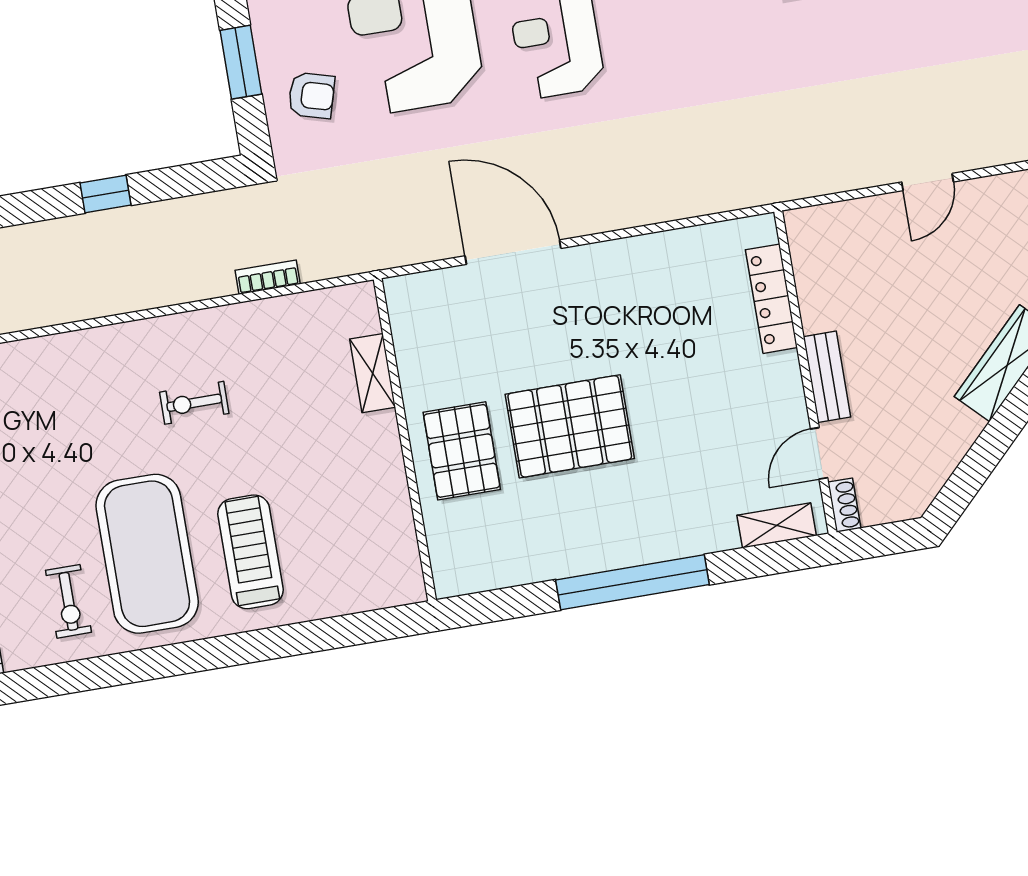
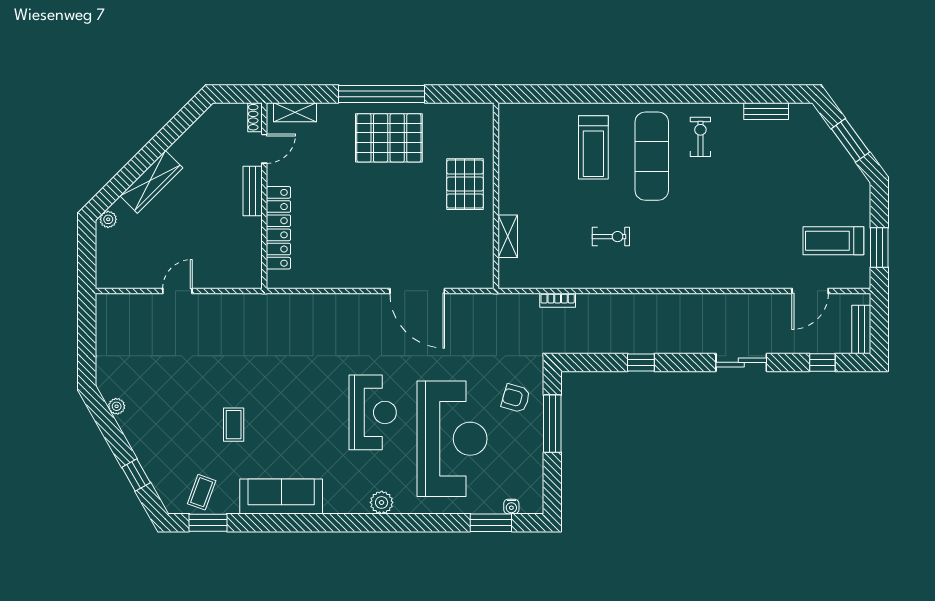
window: (241, 62) -> (552, 424), width x1.44
locker: (771, 299) -> (278, 228), width x1.41, depth x1.21
pallet: (570, 426) -> (389, 138), moved
exercise mat: (147, 554) -> (652, 156), width x0.68

